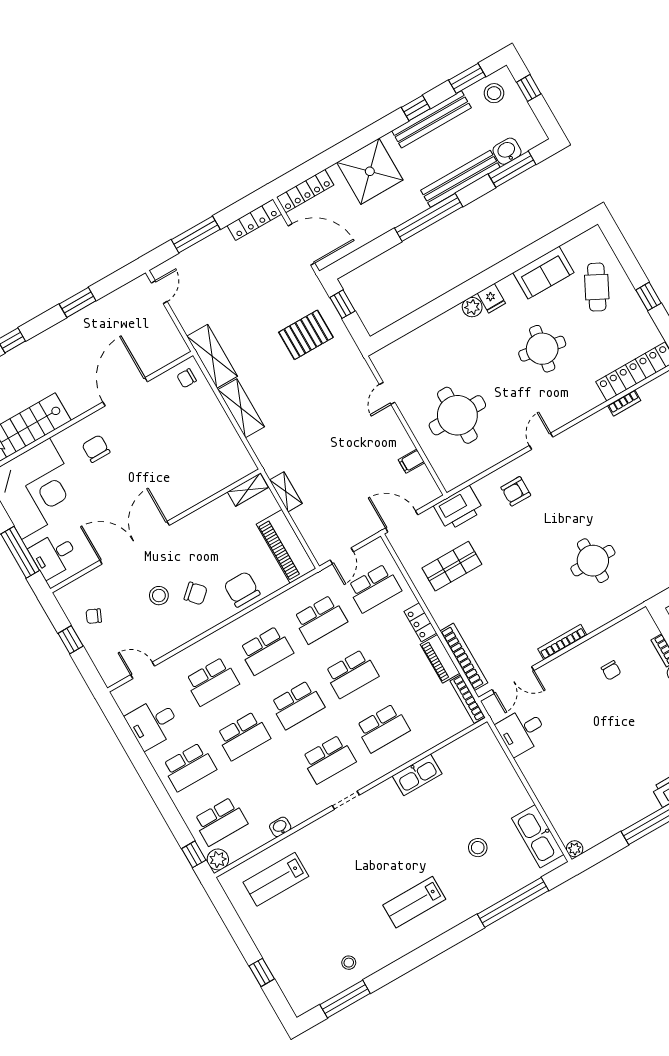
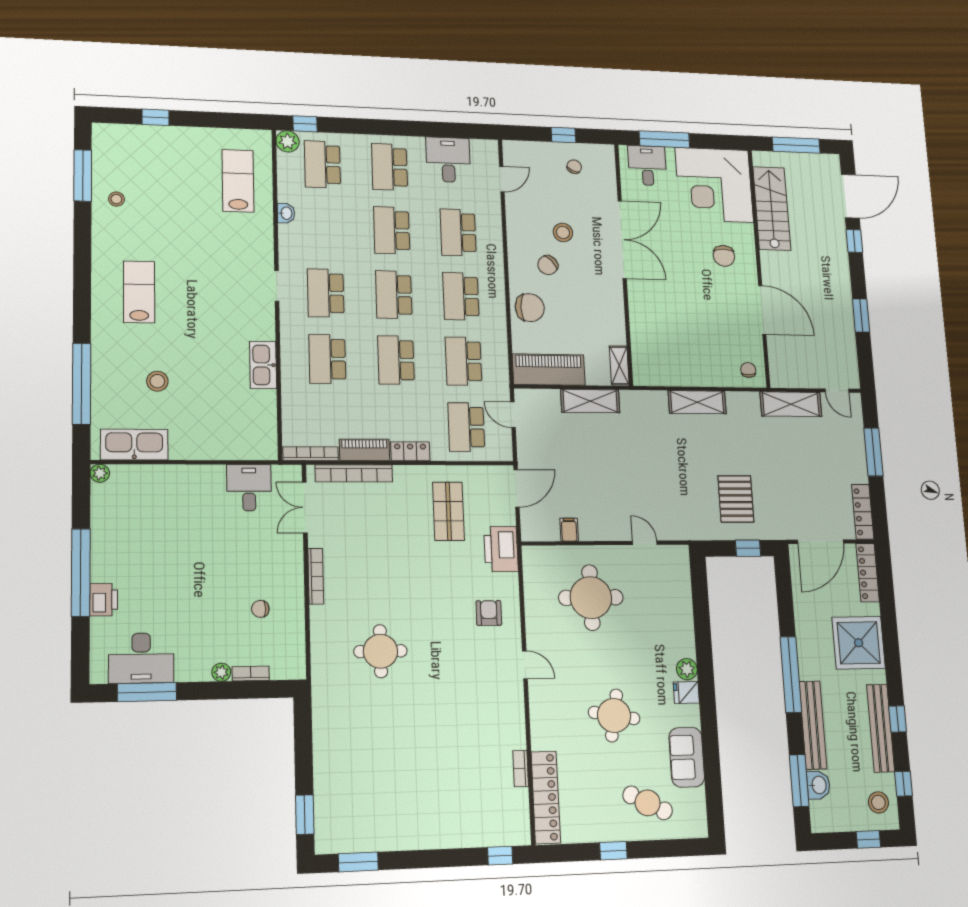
window: (467, 78) -> (903, 784), width x0.67
shelving: (212, 356) -> (791, 404), moved
chair: (96, 449) -> (724, 256), turned 90
shelving: (286, 492) -> (590, 401), width x1.50, depth x1.33

